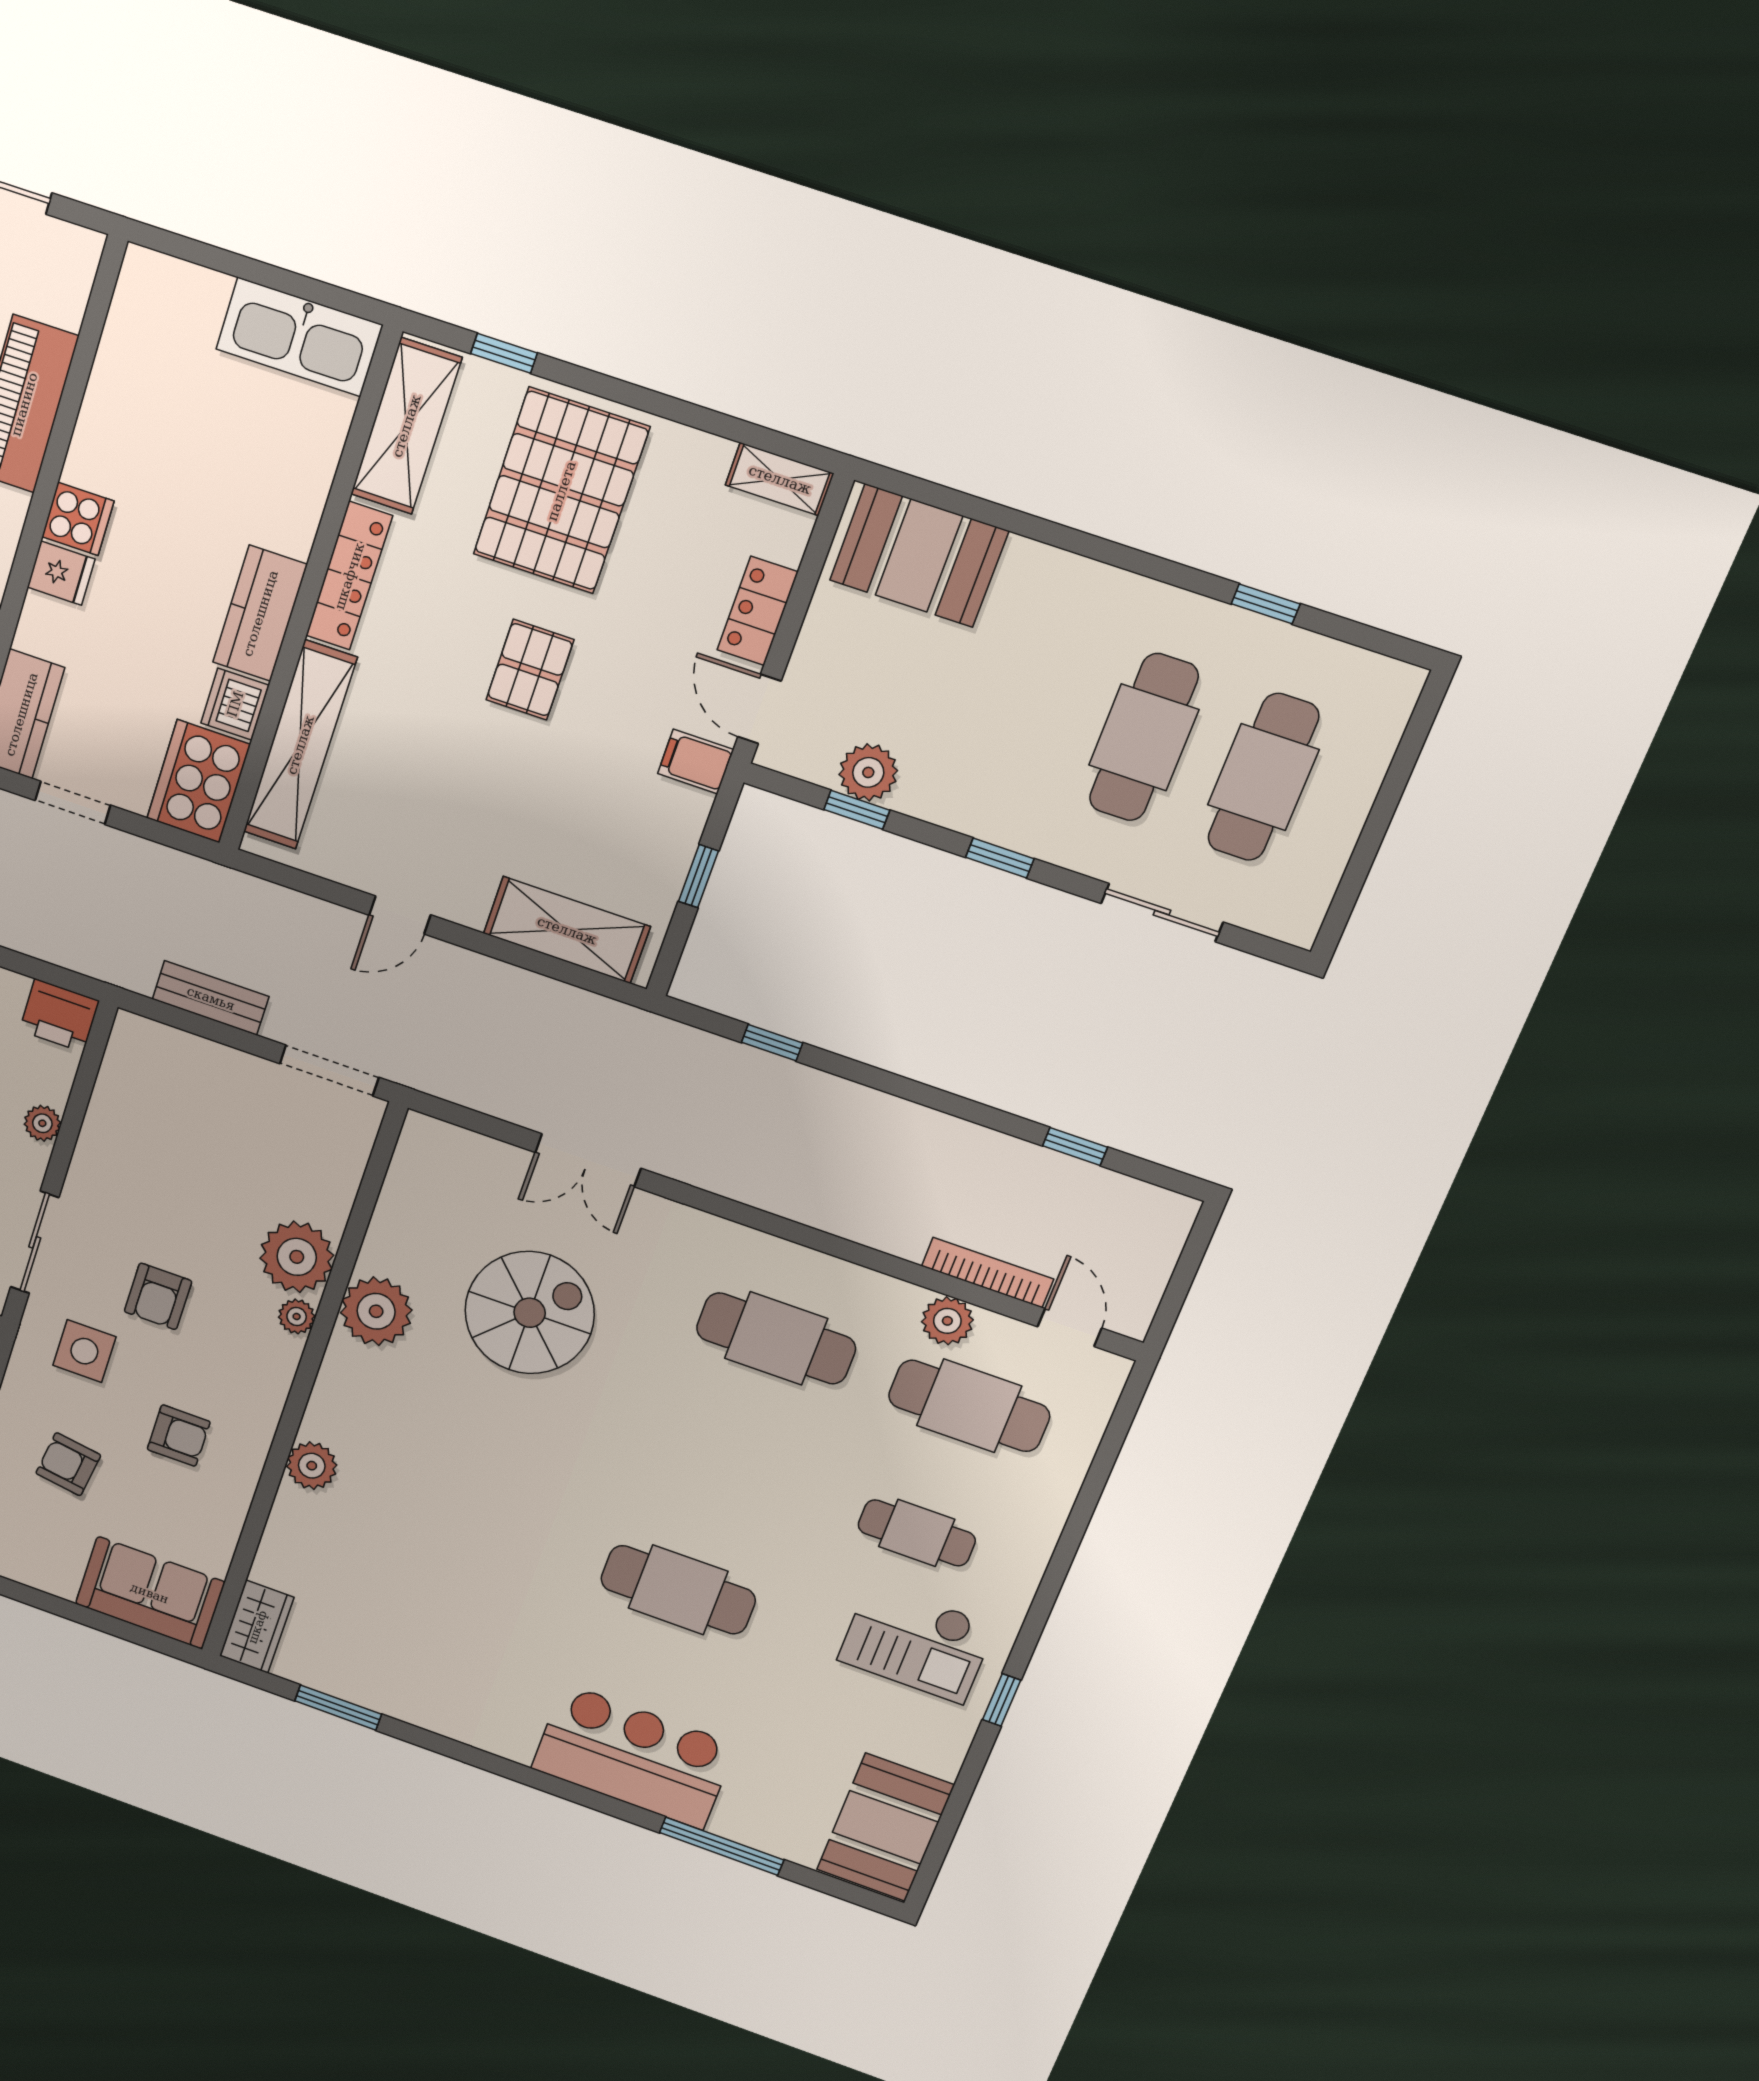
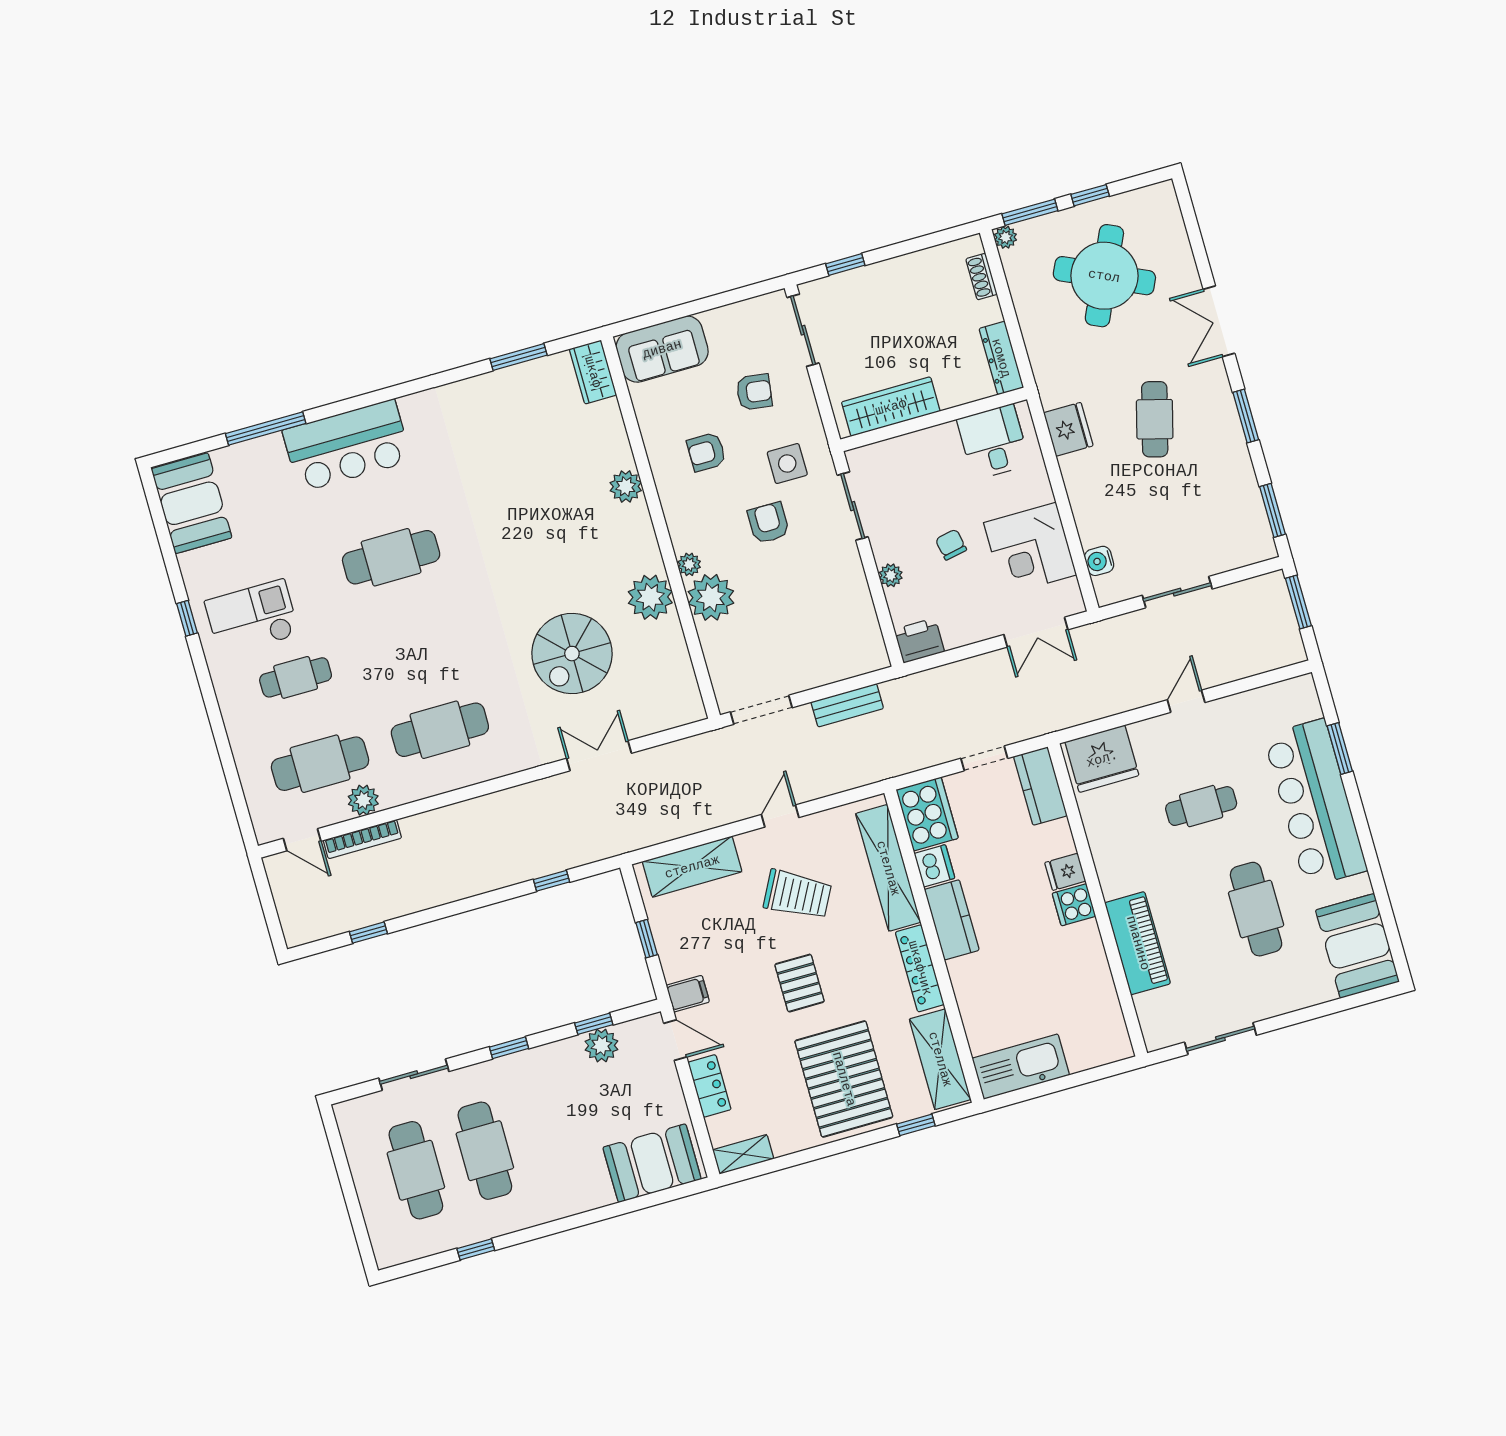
trolley: (449, 794) -> (797, 895), added

